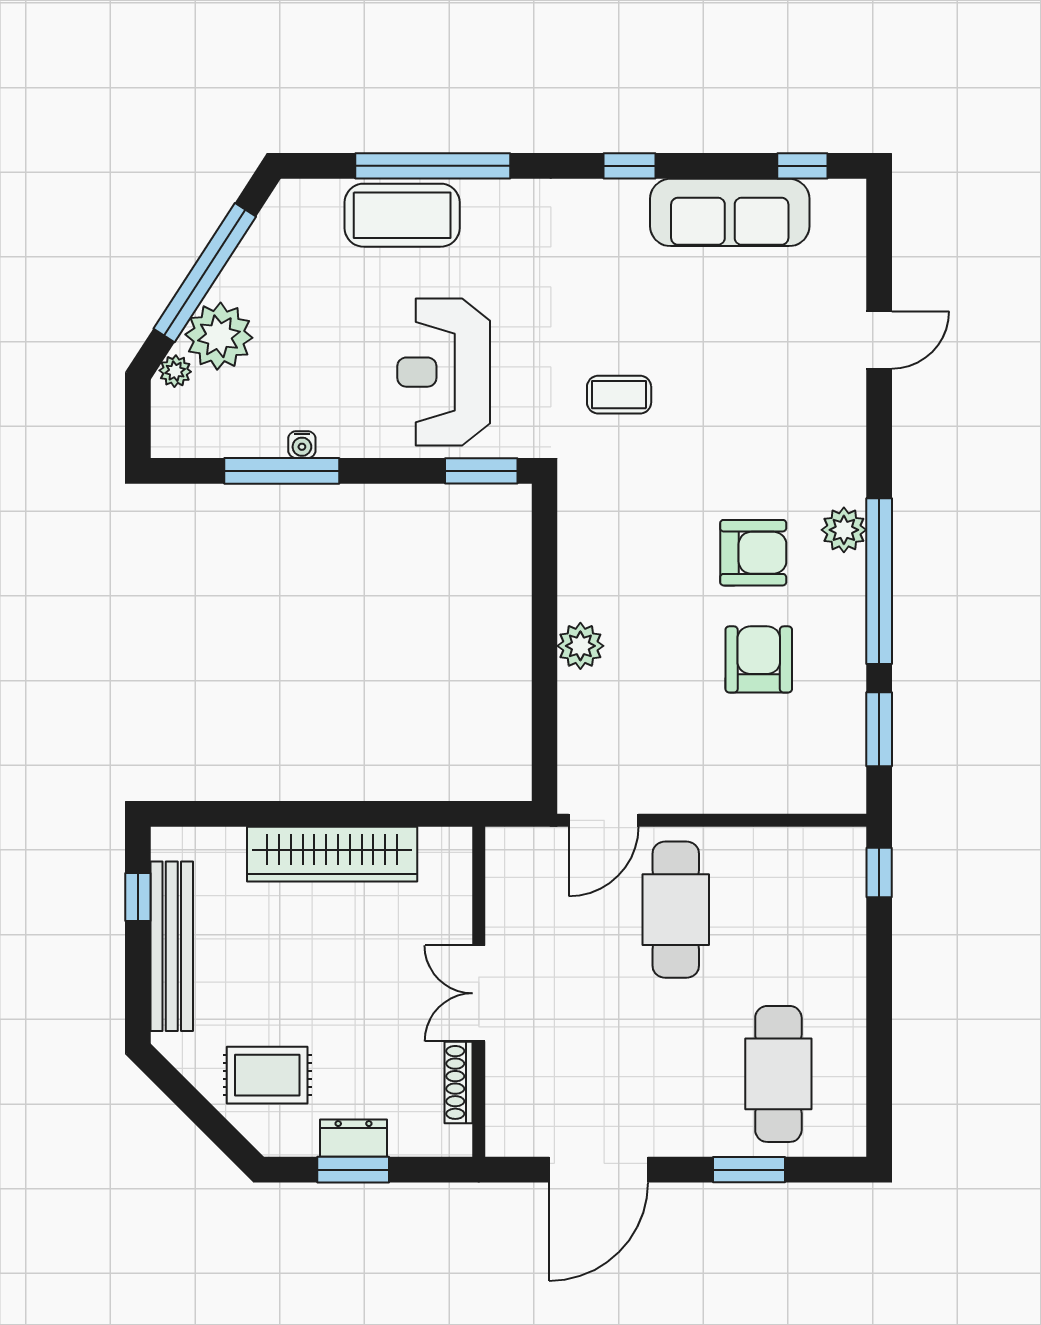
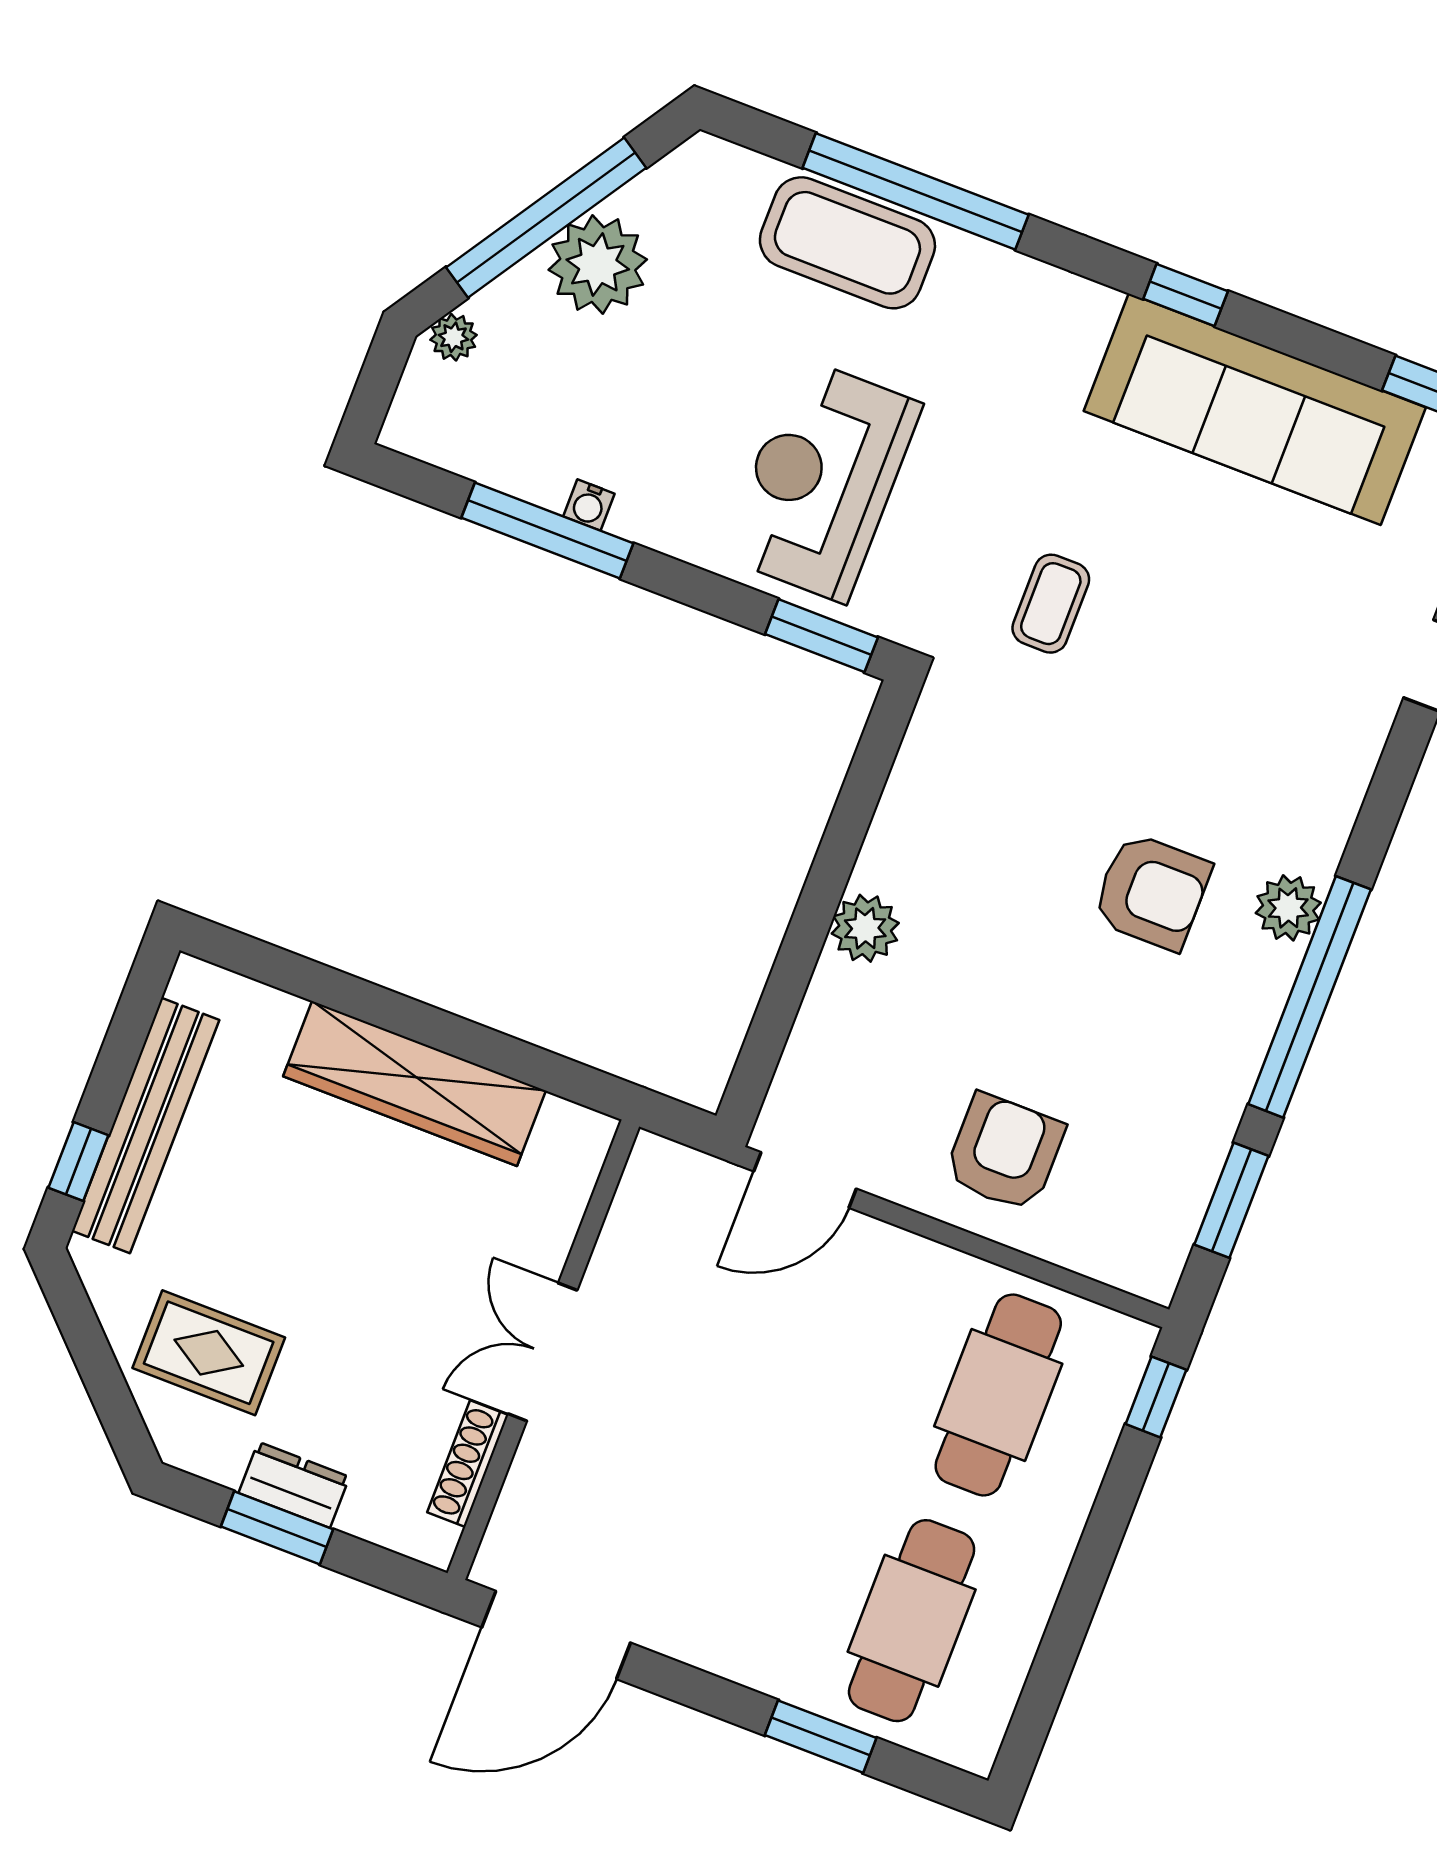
sofa: (730, 212) -> (1255, 409), width x1.36, depth x1.27
plant: (219, 336) -> (598, 265), moved
coffee table: (619, 395) -> (1051, 604), turned 90
armchair: (759, 659) -> (1005, 1152), moved
window: (138, 897) -> (78, 1162), moved
cafe table: (676, 910) -> (998, 1395), moved
door: (599, 1170) -> (556, 1635), moved

